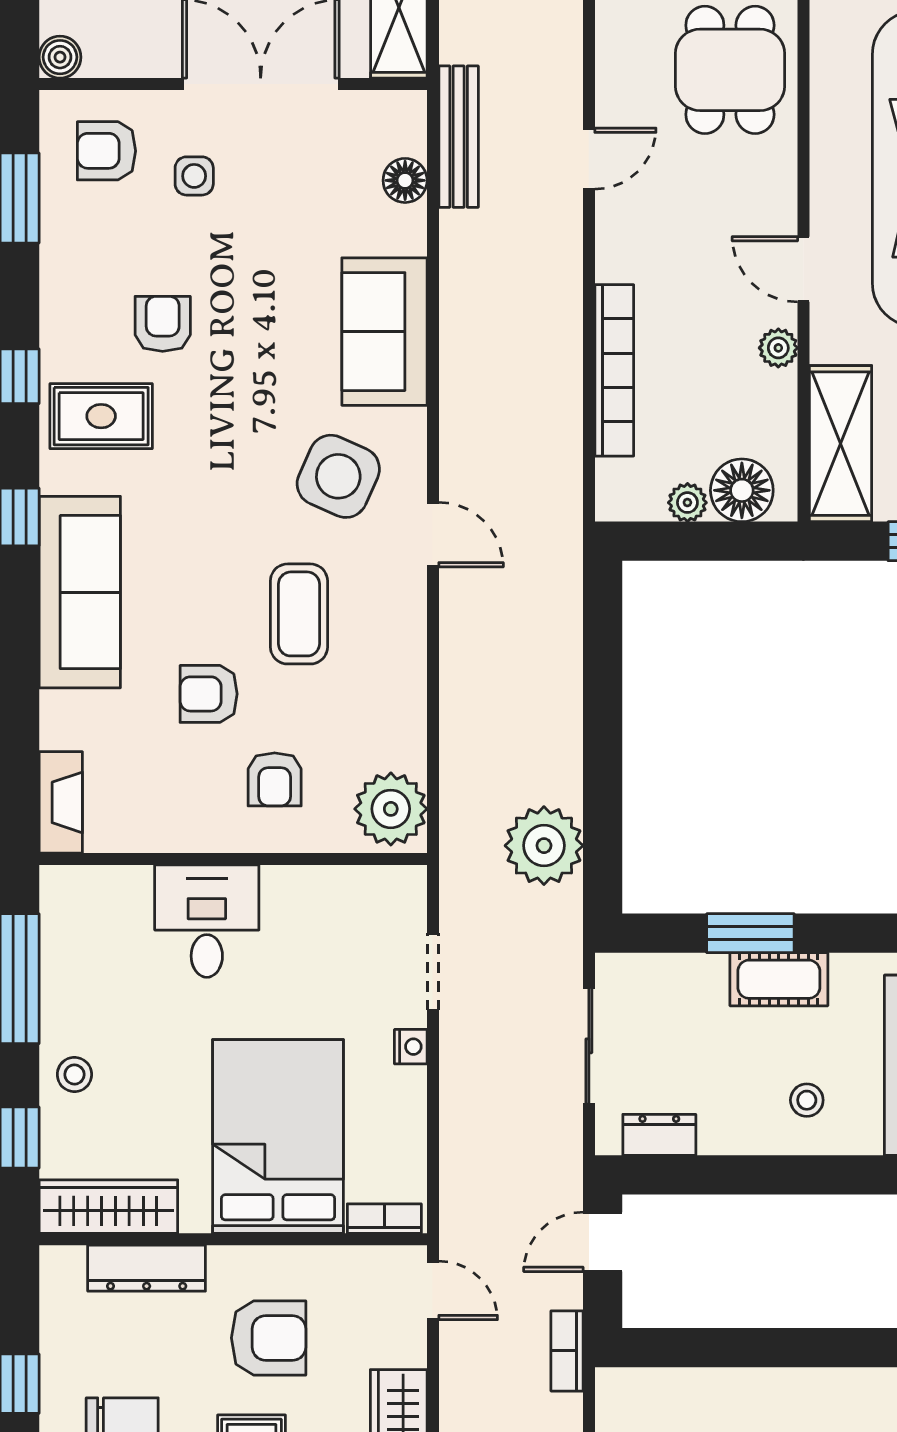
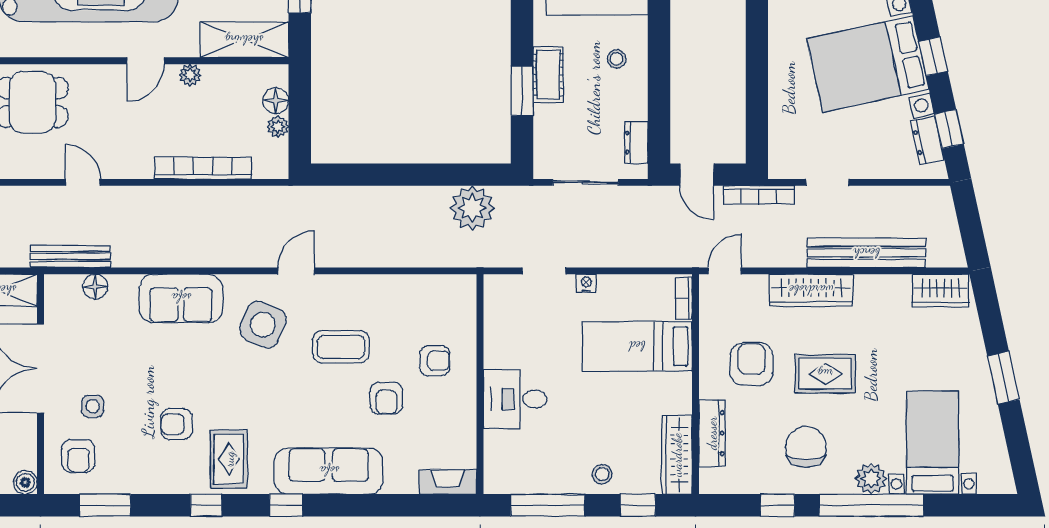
floor lamp: (742, 490) -> (276, 101), width x0.73, depth x0.73
plant: (391, 809) -> (452, 295), removed
bed: (278, 1136) -> (637, 346), width x0.67
bookcase: (567, 1351) -> (759, 195), width x1.56

